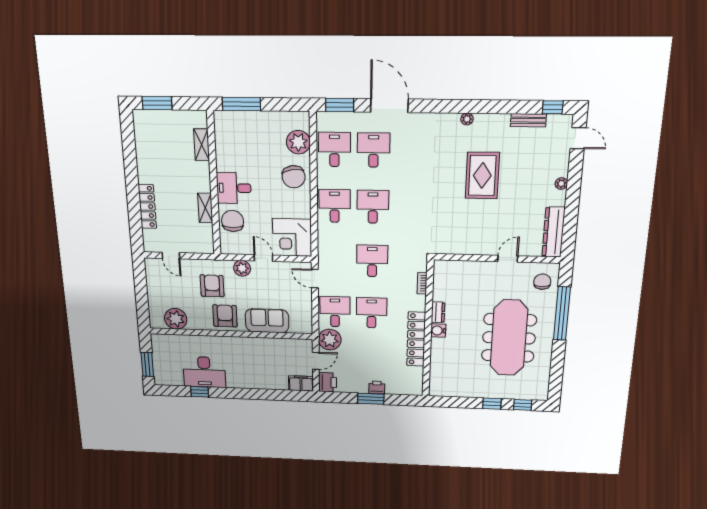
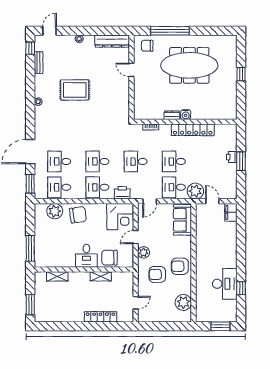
sofa: (267, 321) -> (182, 220), moved
printer: (328, 382) -> (122, 193), moved
window: (523, 405) -> (241, 52), removed

